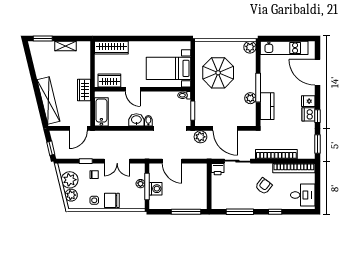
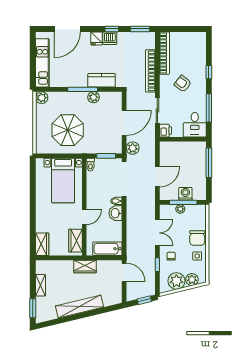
wardrobe: (111, 48) -> (42, 244), width x0.67
shelving: (48, 101) -> (80, 306), moved
desk: (303, 195) -> (195, 125), moved, turned 180

